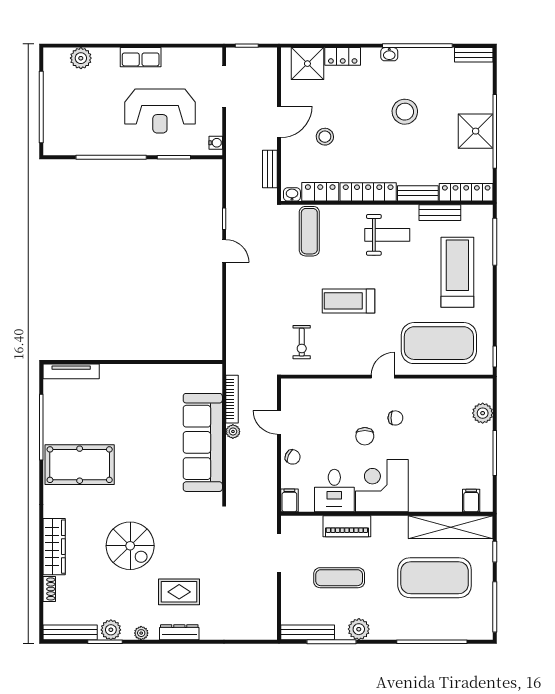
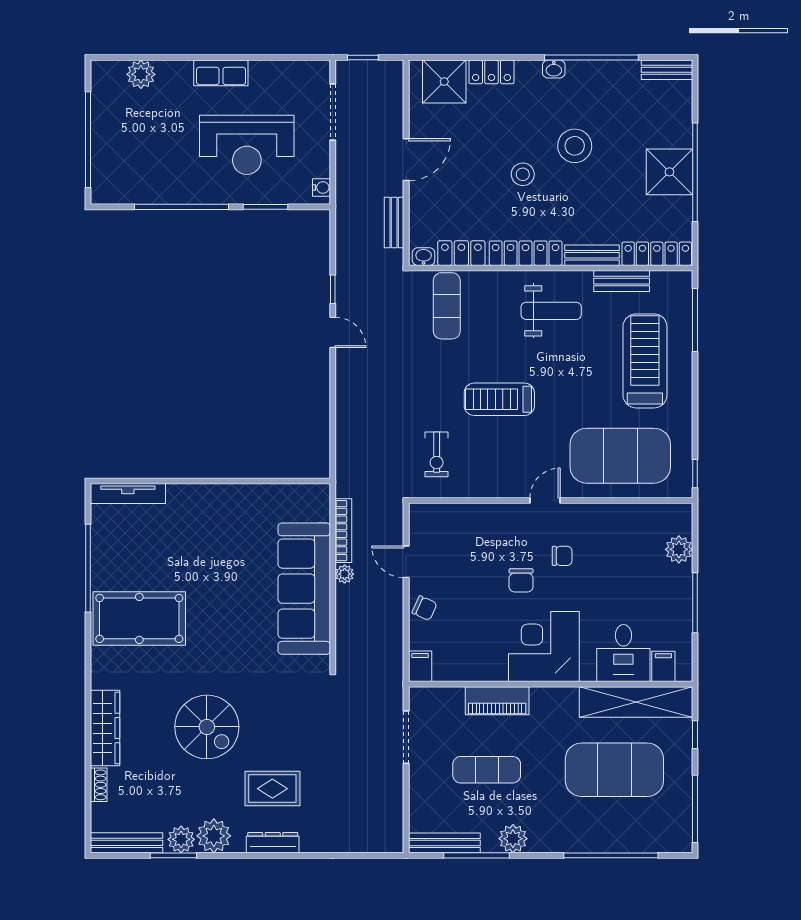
stool: (325, 137) -> (523, 174), moved
desk: (334, 491) -> (623, 653), moved
plant: (141, 633) -> (214, 836), width x1.87, depth x1.87

